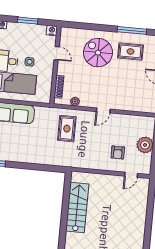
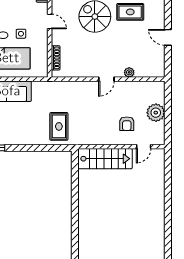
plant: (75, 102) -> (129, 72), moved
rug: (67, 129) -> (59, 126), moved
stairs: (77, 207) -> (105, 159), moved, turned 90

